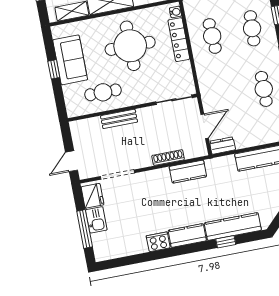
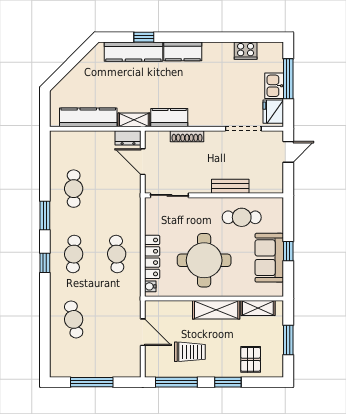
door: (205, 126) -> (143, 162), hinge flipped
shelving: (220, 163) -> (134, 120), added
cooker: (158, 242) -> (246, 51), moved

